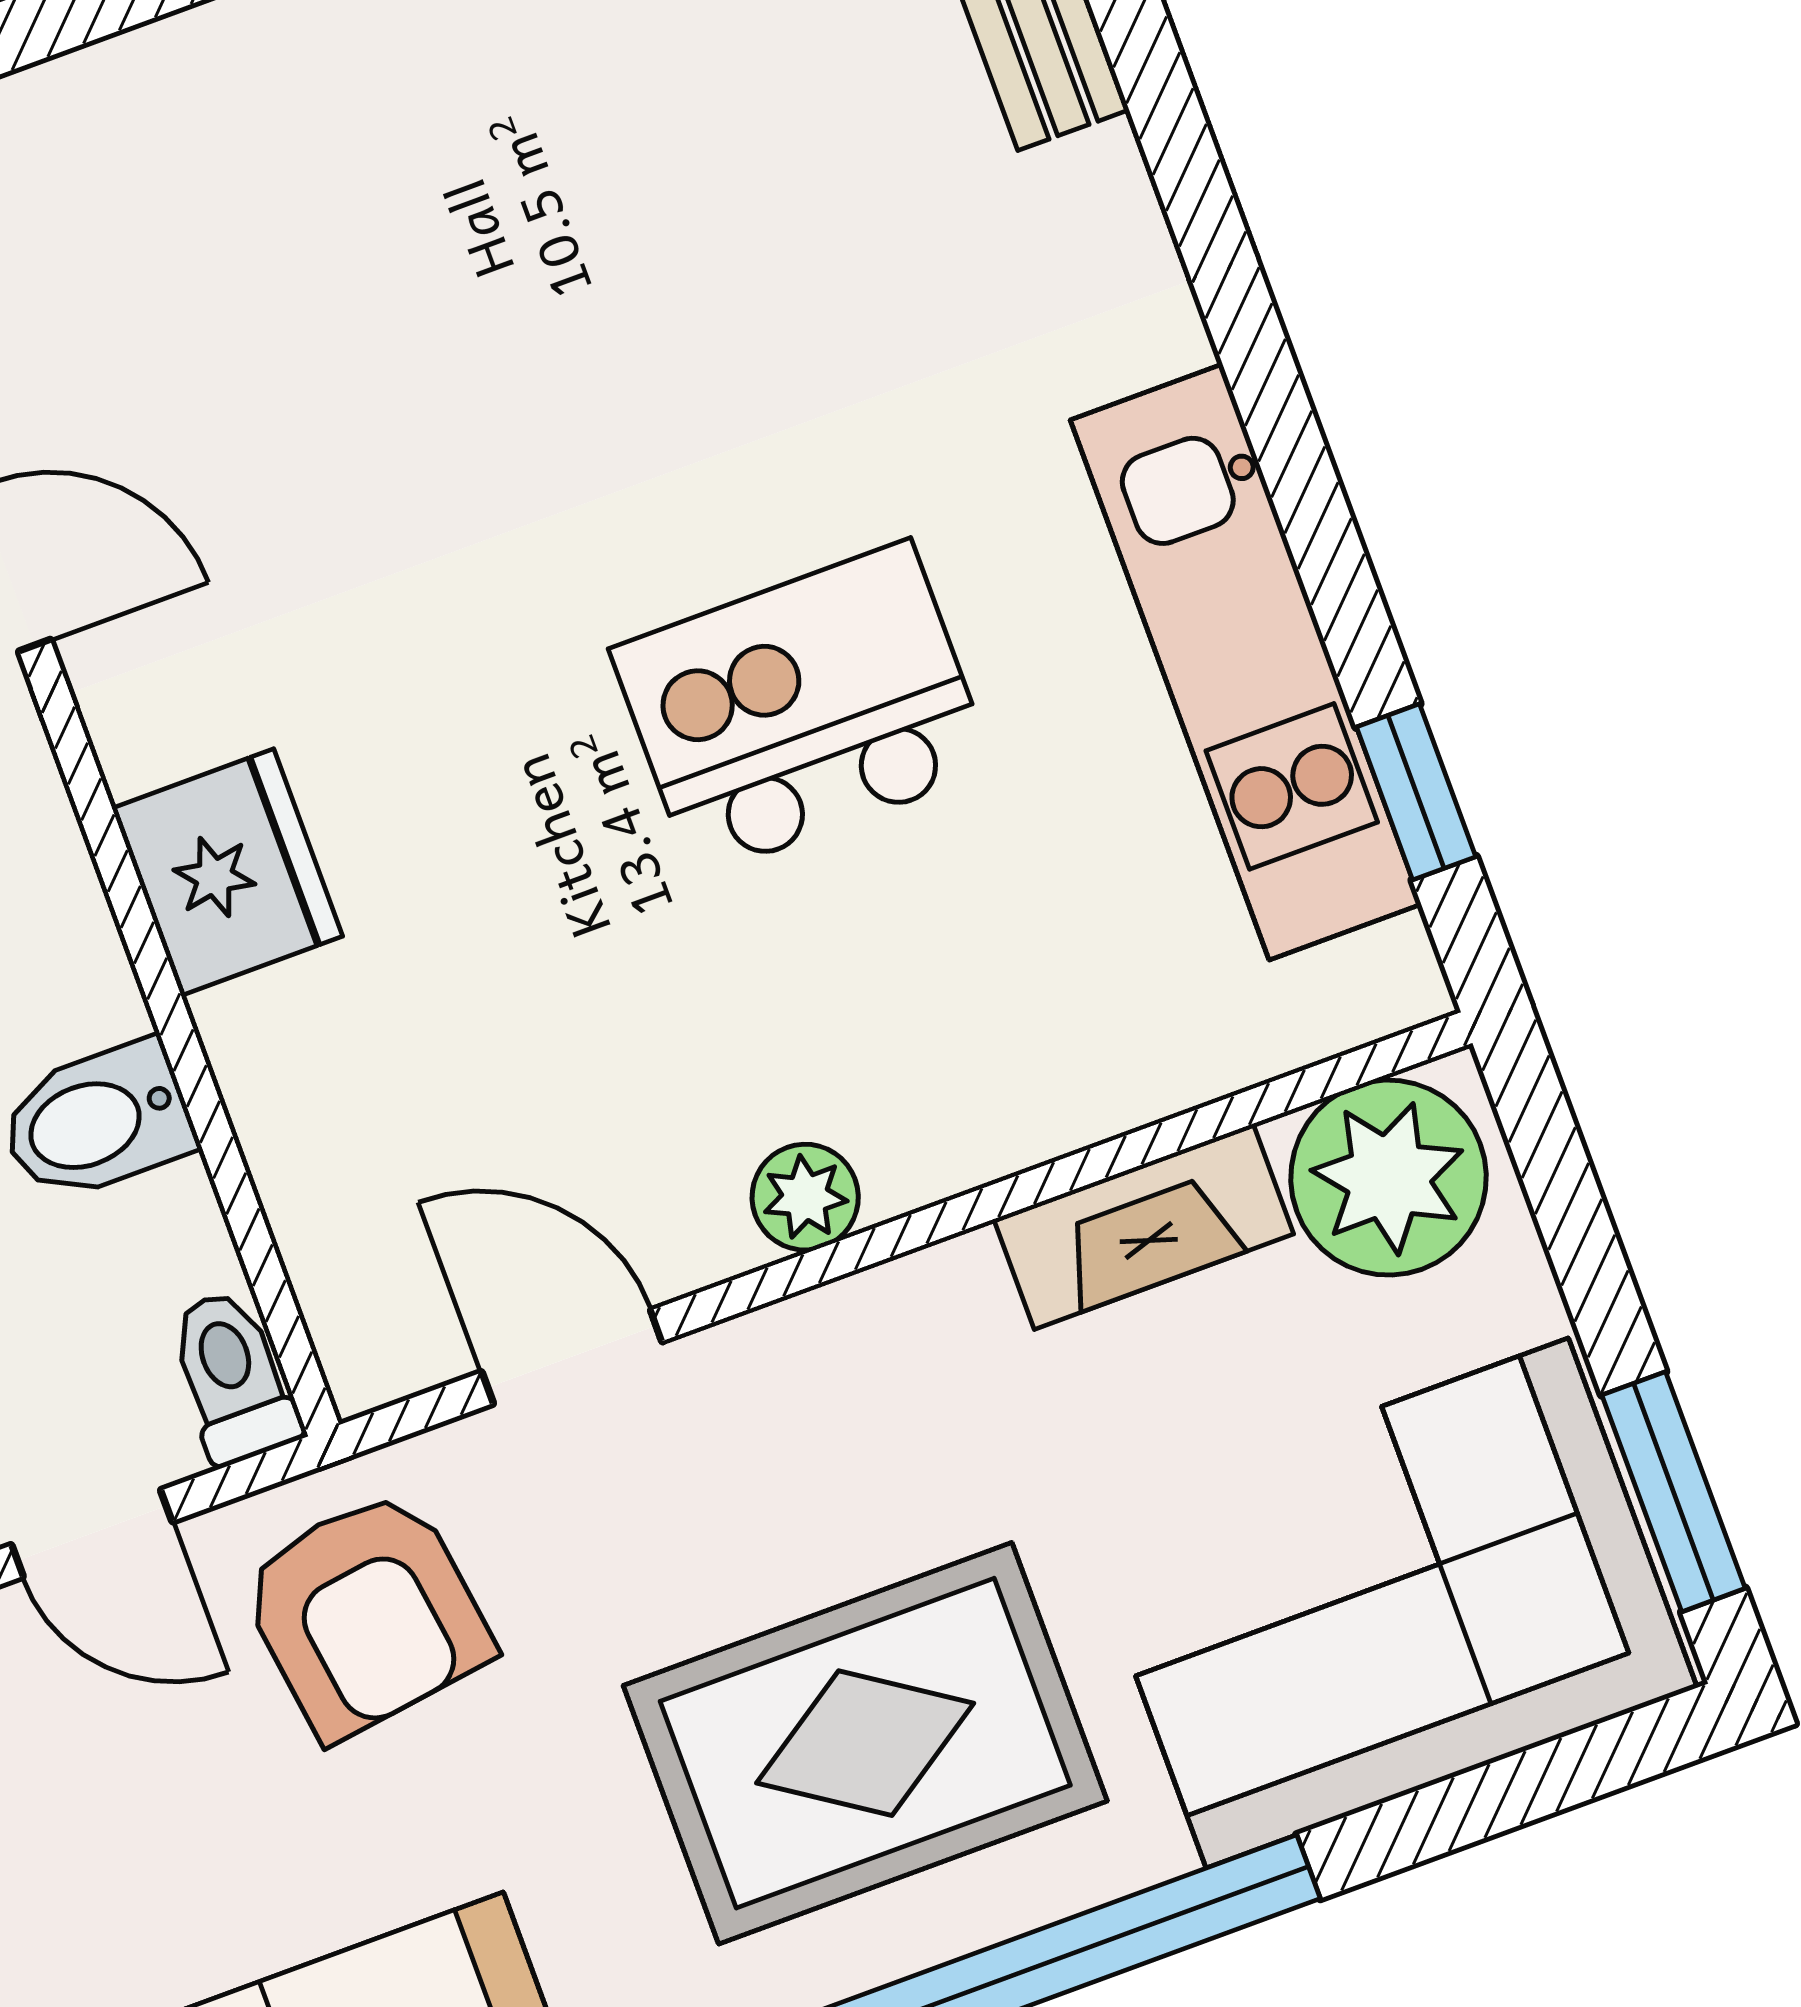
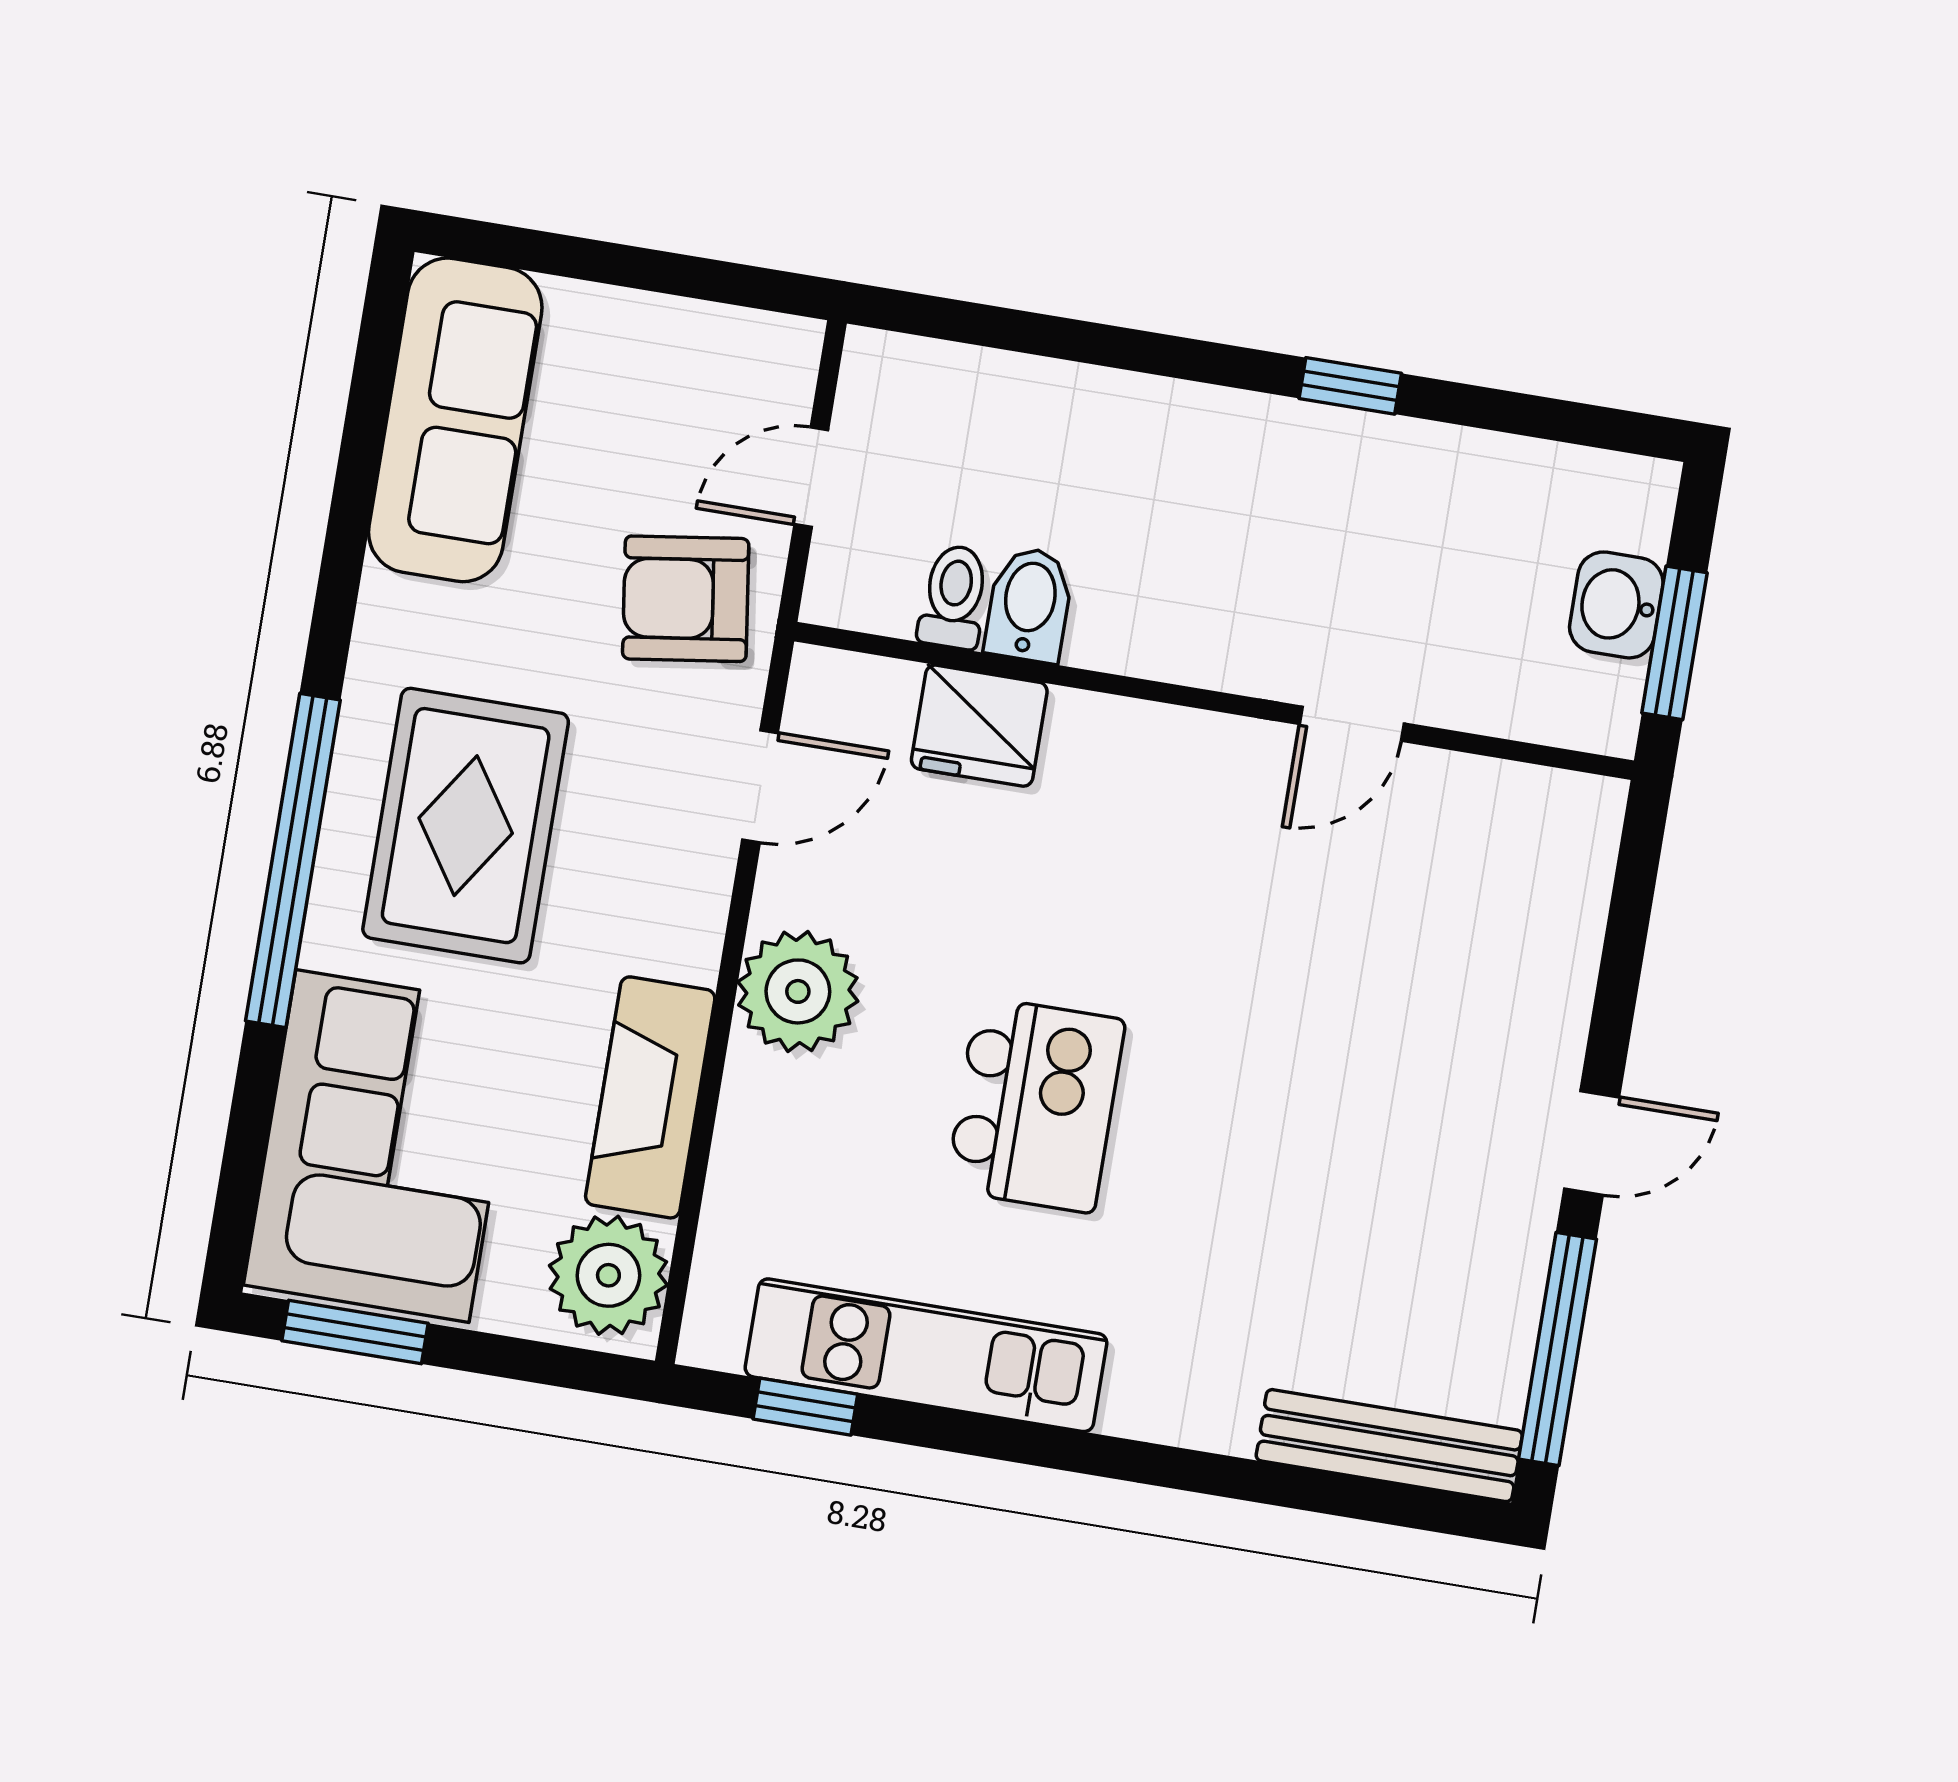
fridge: (227, 872) -> (979, 726), moved
plant: (805, 1197) -> (798, 991), width x1.87, depth x1.87
fireplace: (1144, 1227) -> (650, 1097), width x1.37, depth x1.32
toilet: (233, 1377) -> (954, 597), moved, turned -90

